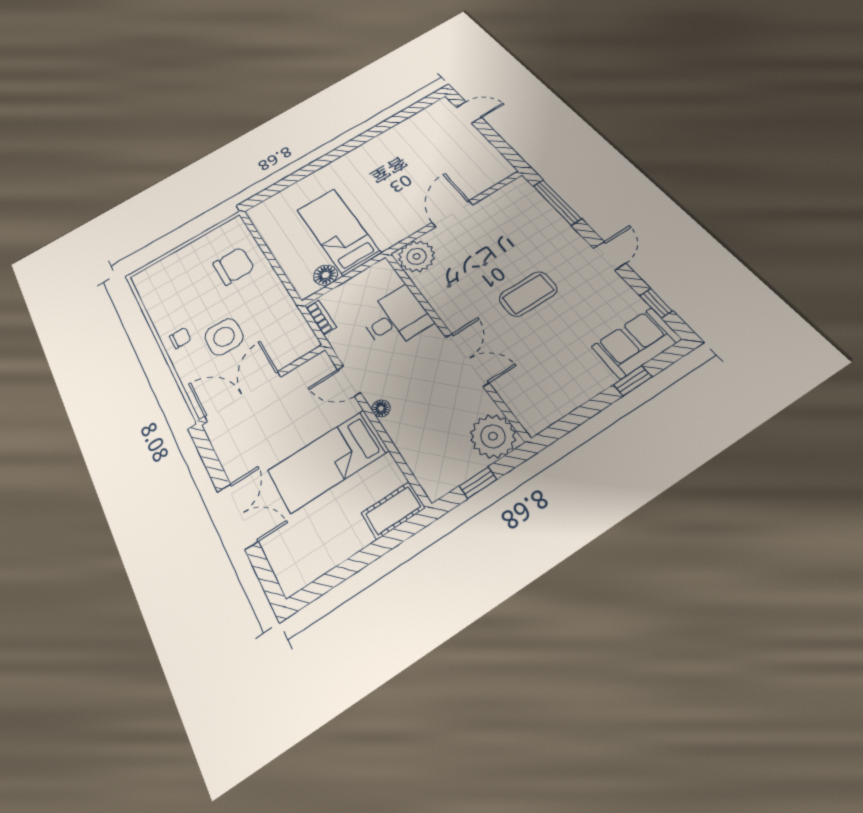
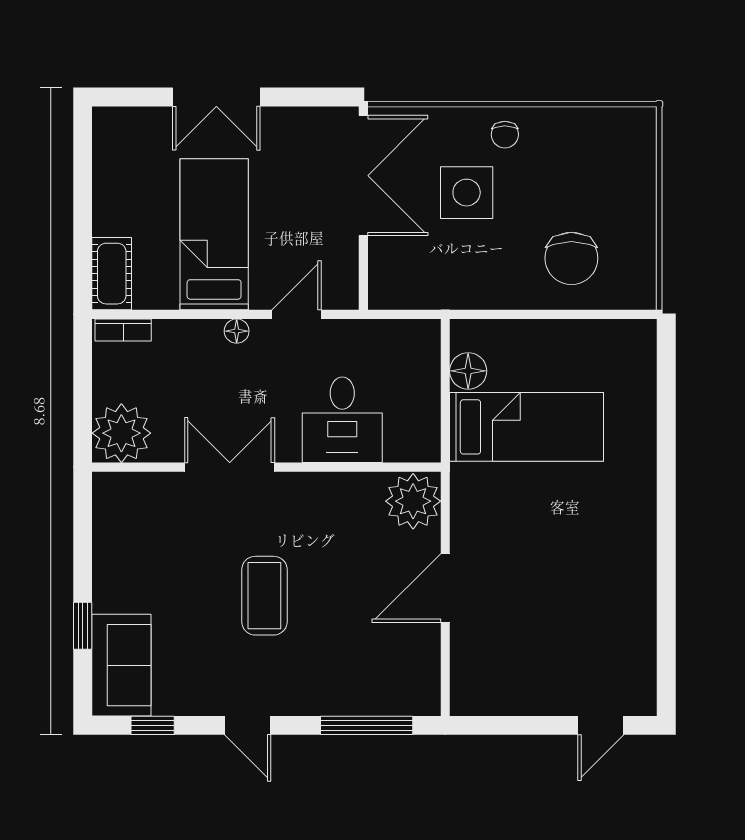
door: (452, 214) -> (445, 588), swing flipped
bookcase: (321, 317) -> (123, 330), moved
double door: (467, 360) -> (230, 467), swing flipped
window: (478, 483) -> (83, 383), removed

